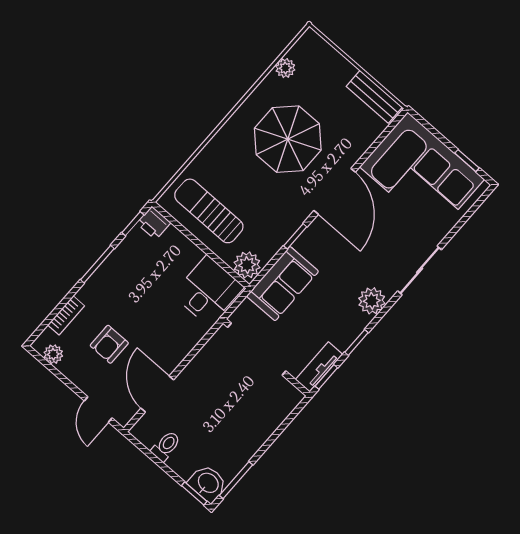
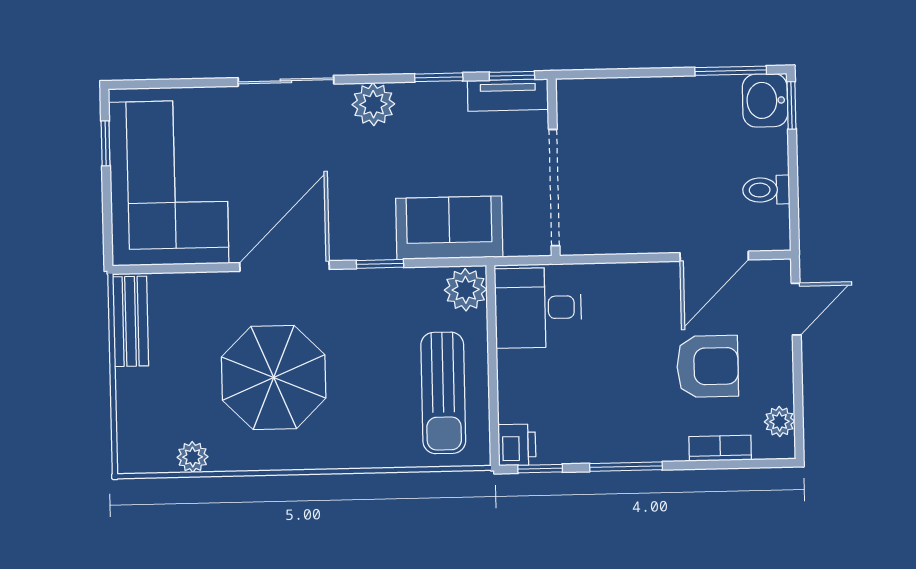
armchair: (109, 344) -> (708, 366), width x1.38, depth x1.38

